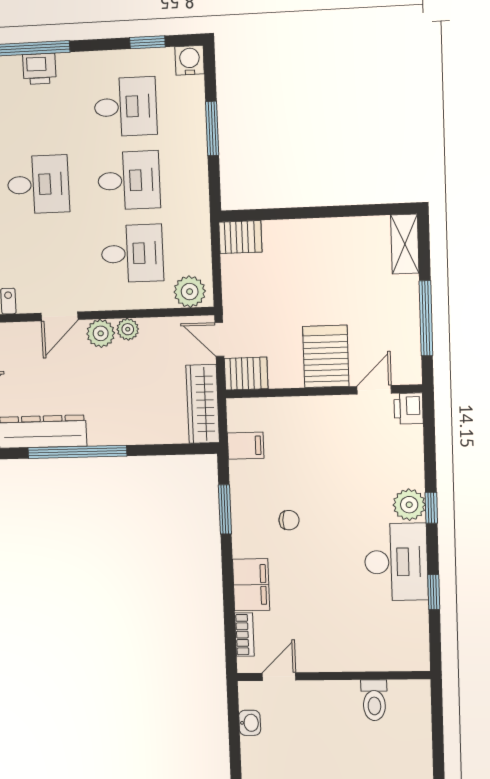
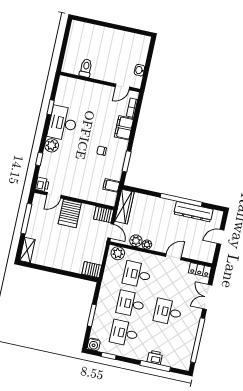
plant: (101, 333) -> (136, 241), moved
window: (431, 508) -> (39, 159), moved

